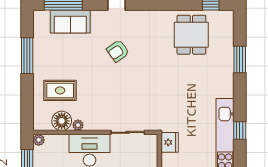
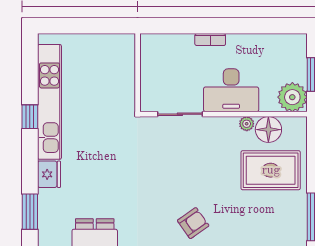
rug: (60, 90) -> (271, 170), width x1.36, depth x1.43
plant: (39, 140) -> (292, 97), width x1.87, depth x1.87
fridge: (170, 142) -> (49, 174), moved, turned 180

